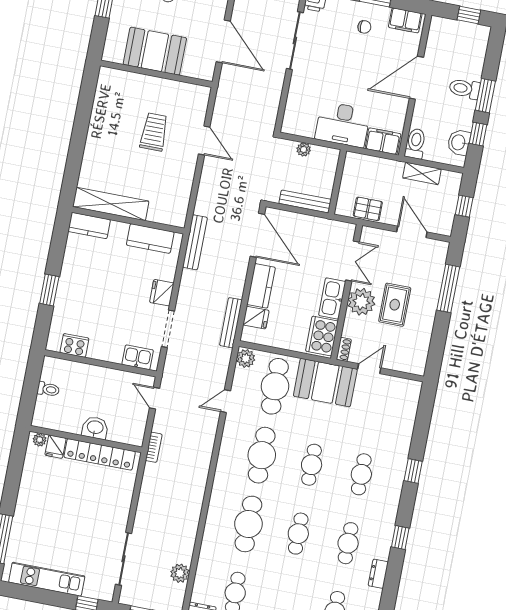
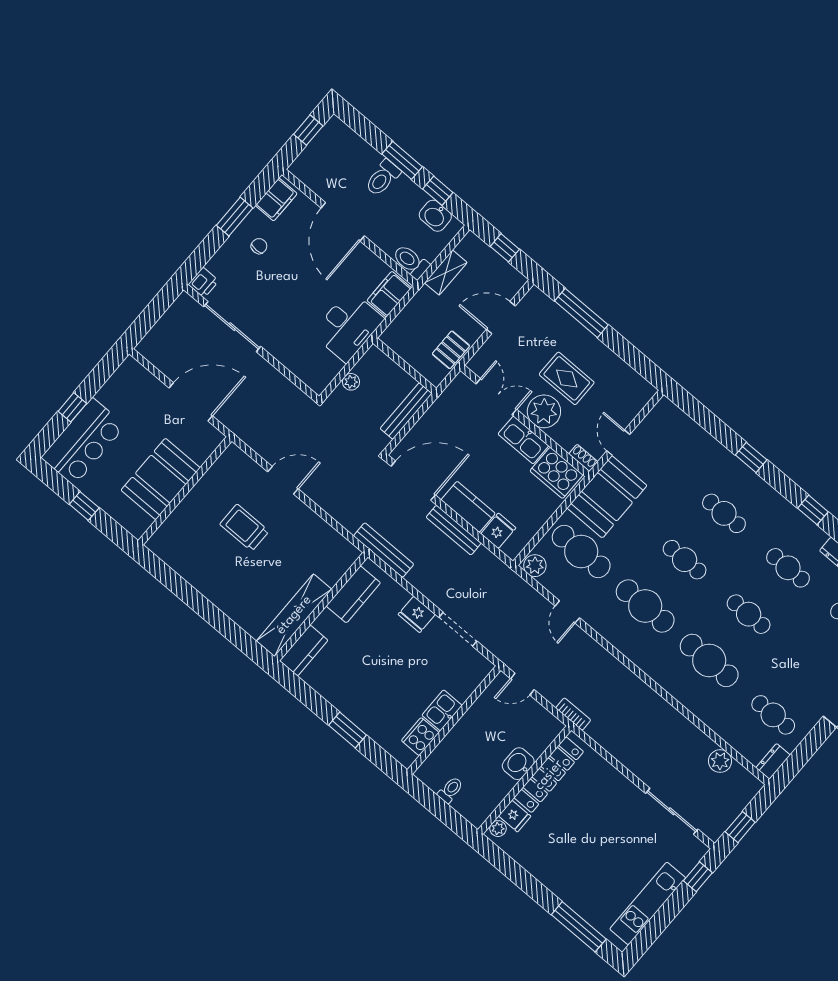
bench: (231, 323) -> (454, 530), moved
kitchen sink: (138, 357) -> (442, 710), moved

